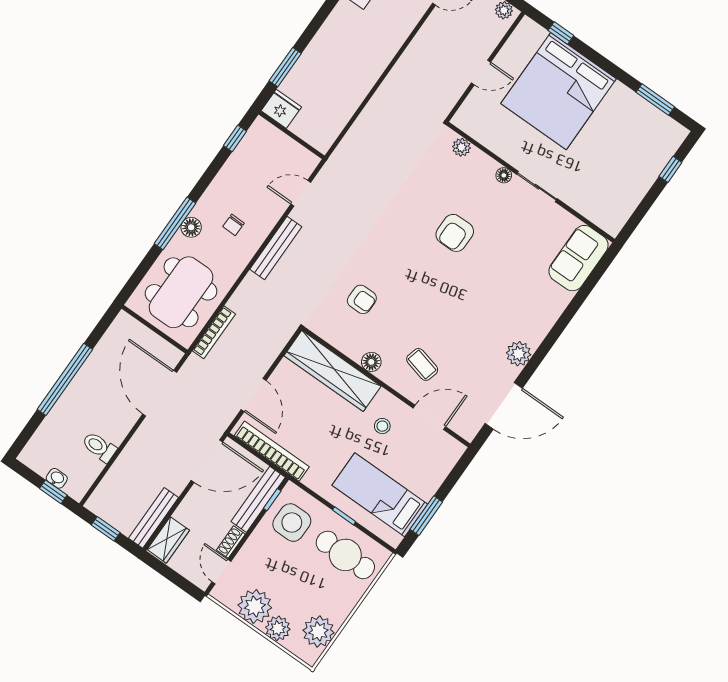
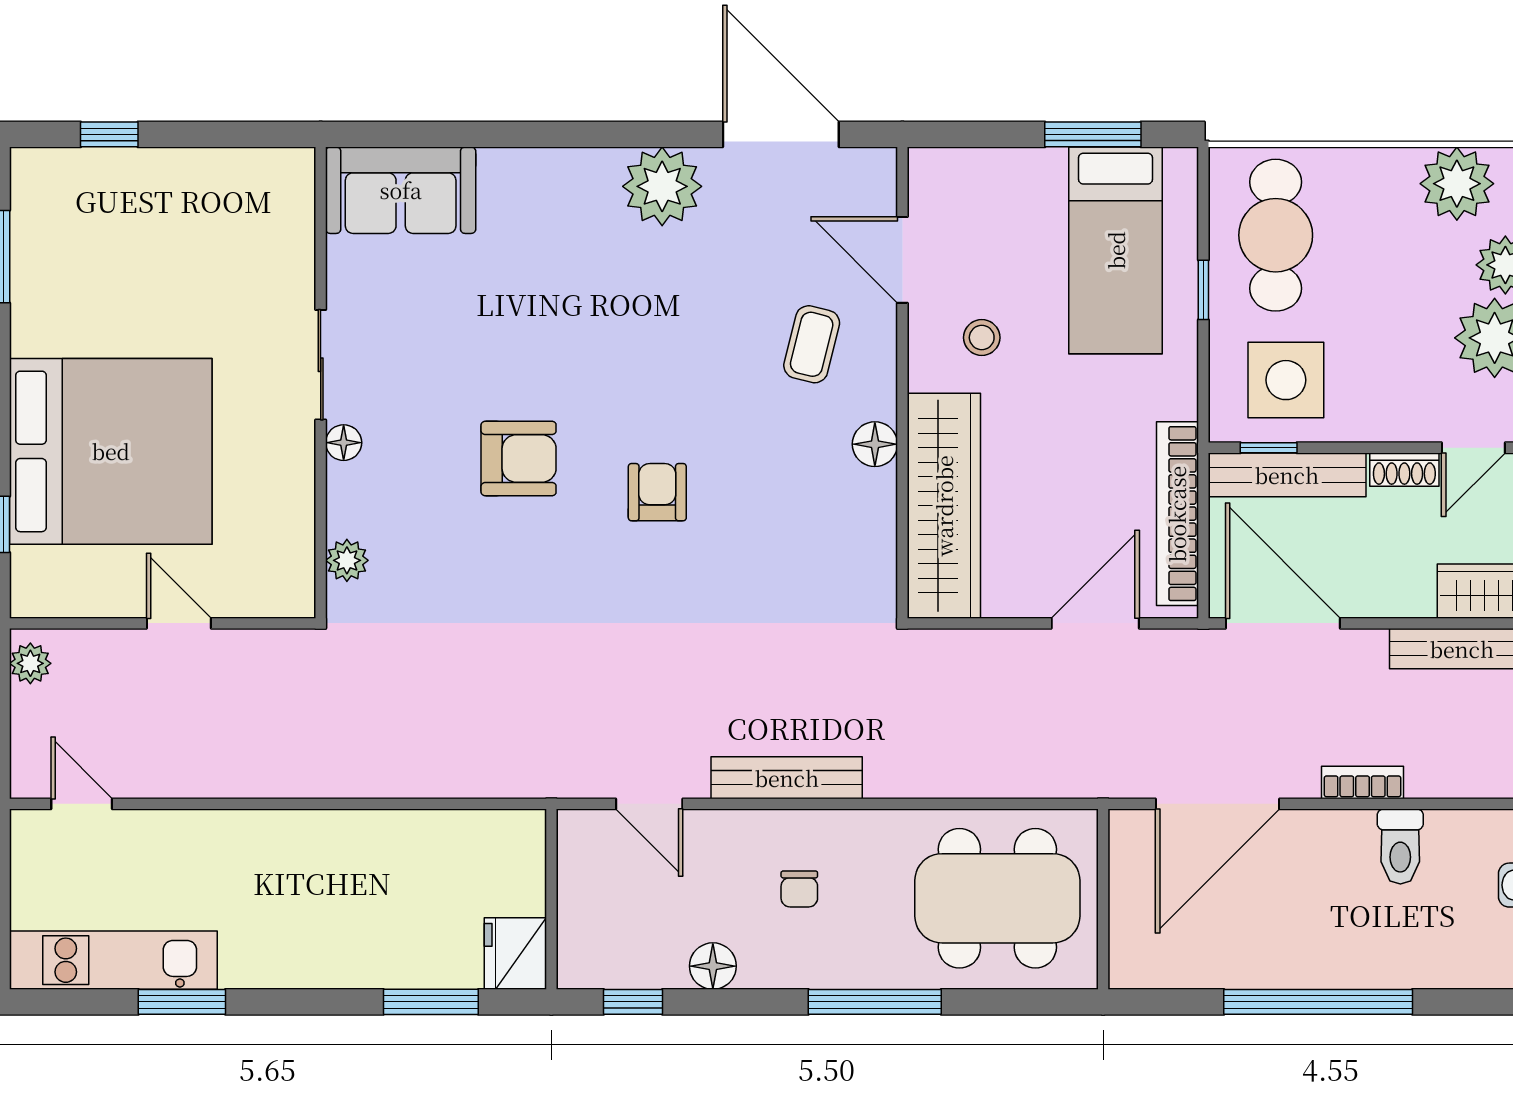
chair: (233, 225) -> (799, 889), turned 89
floor lamp: (191, 227) -> (713, 966), moved
armchair: (362, 299) -> (657, 492), moved
bookcase: (214, 332) -> (1363, 782), moved, width x0.64
plant: (519, 354) -> (662, 186), width x1.36, depth x1.36

